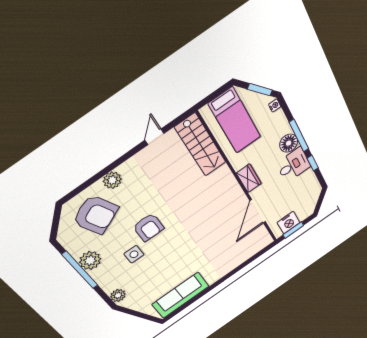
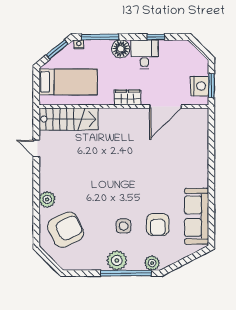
window: (299, 136) -> (100, 37), moved
door: (258, 211) -> (166, 106), hinge flipped
armchair: (149, 227) -> (158, 225), moved, turned 90
plant: (90, 260) -> (117, 260), moved
window: (80, 270) -> (126, 273), moved

